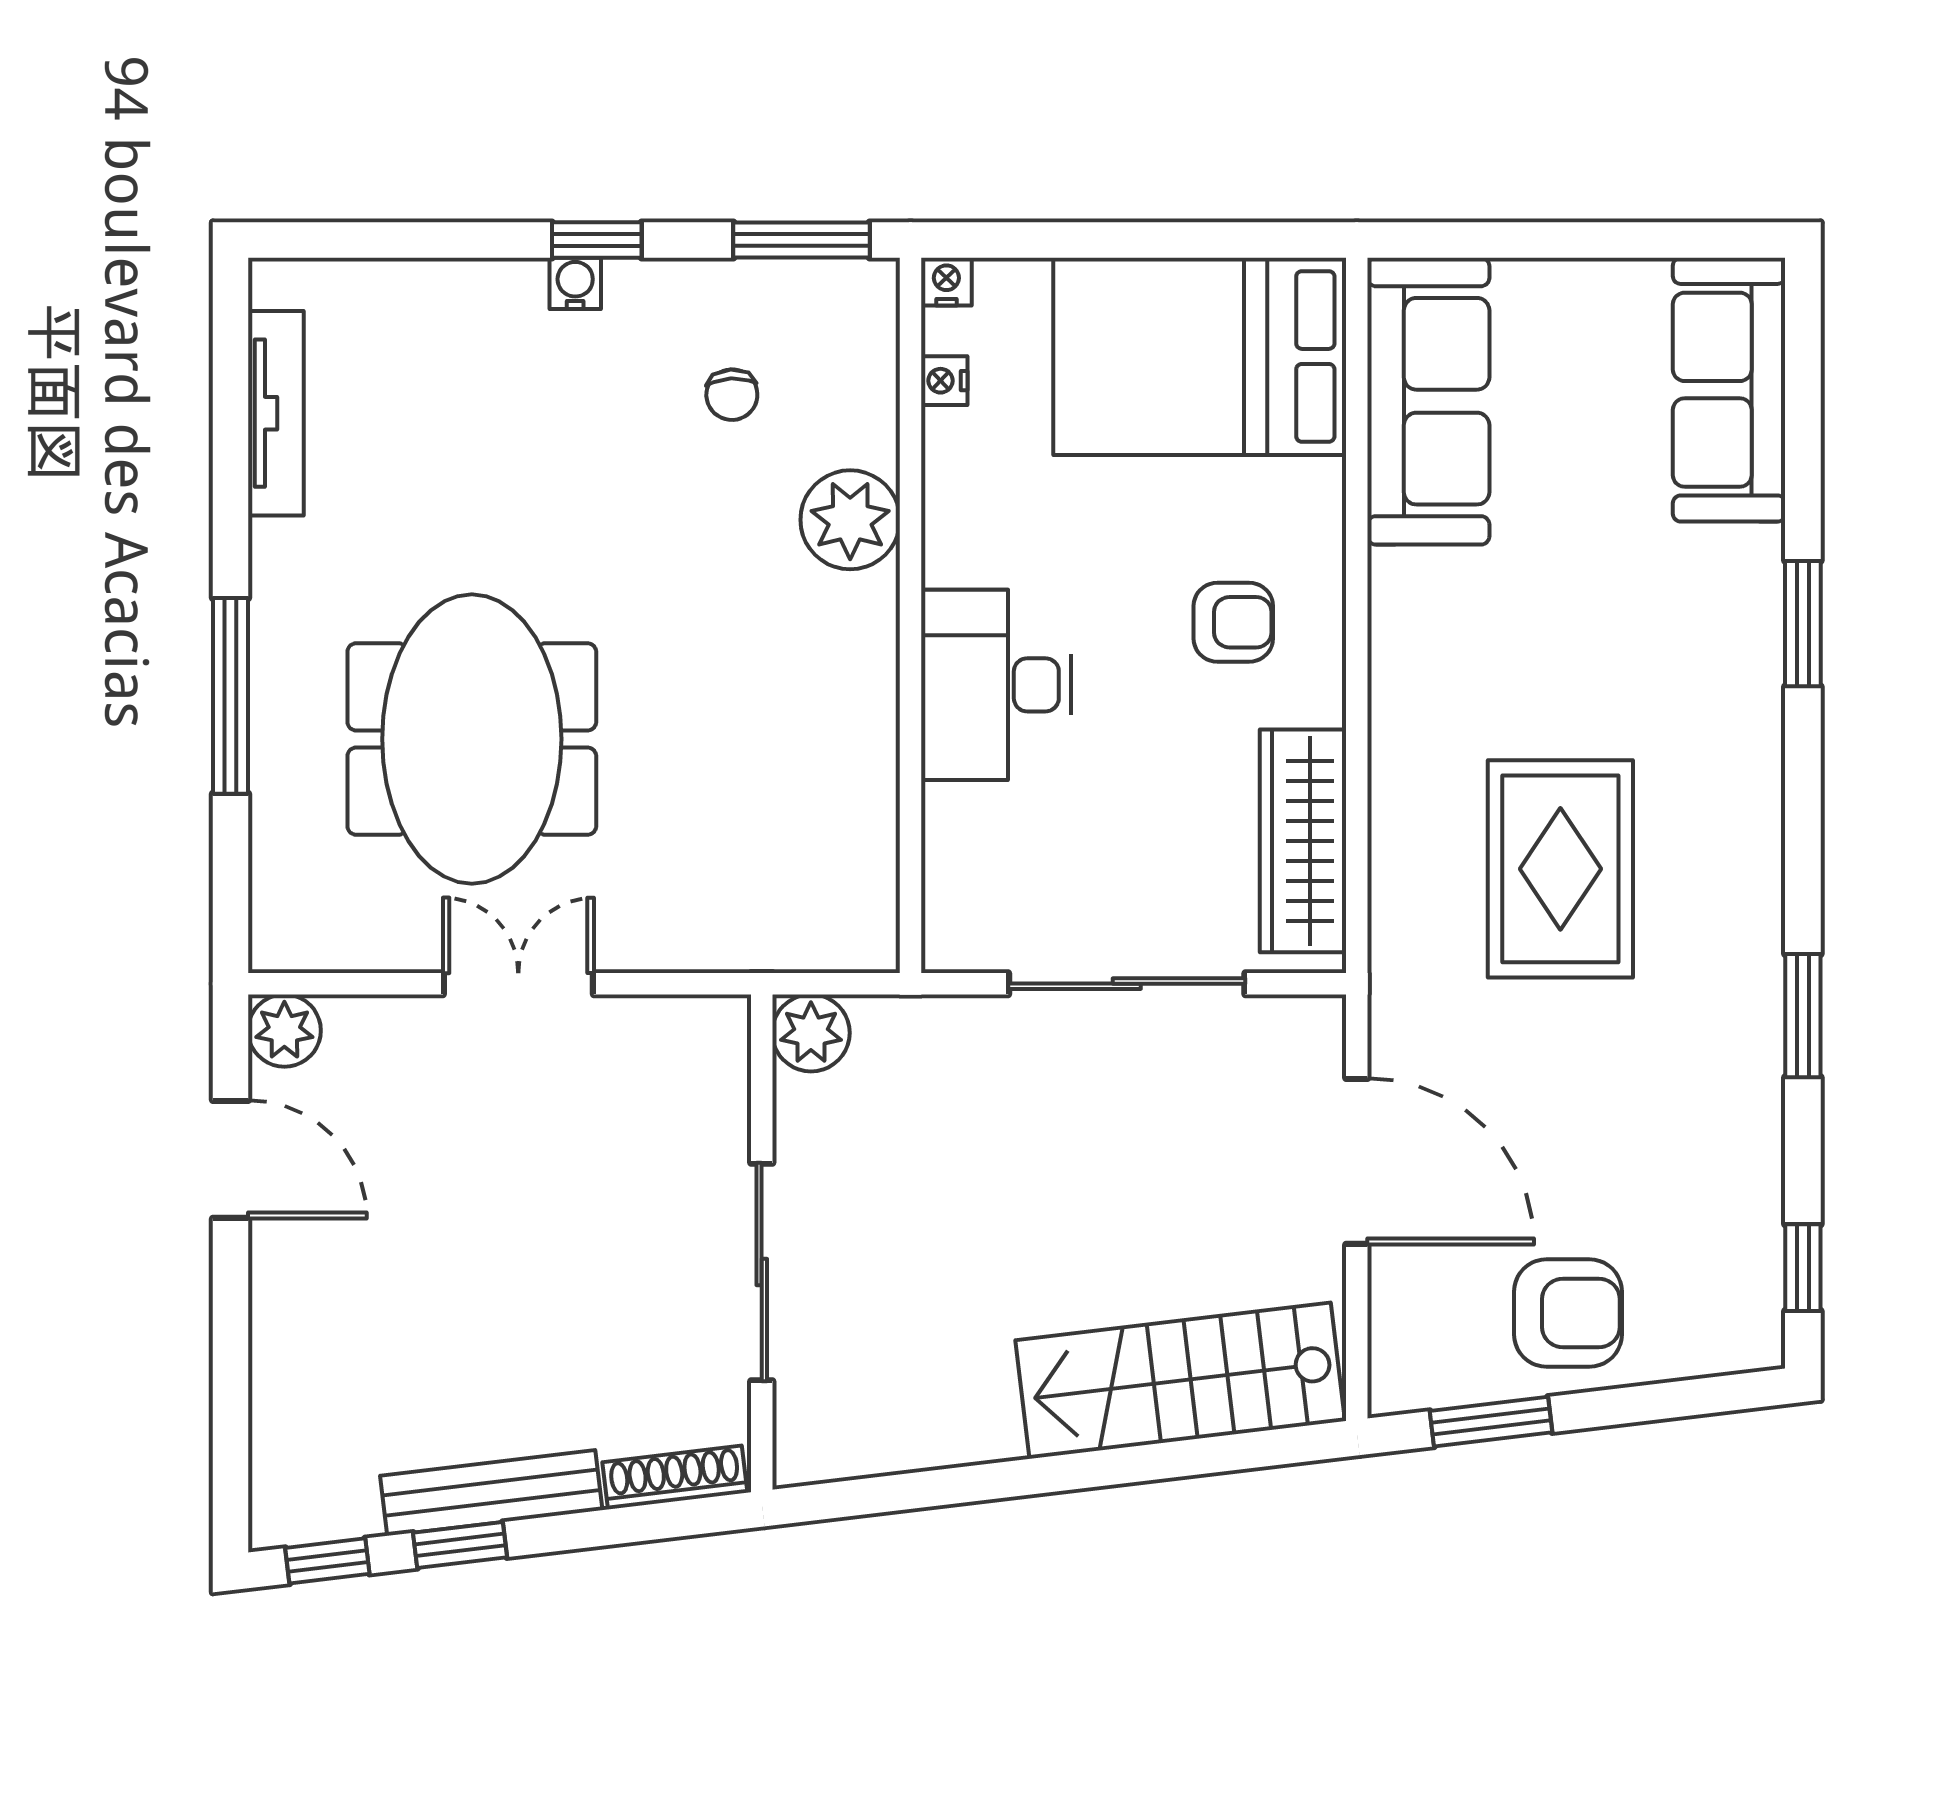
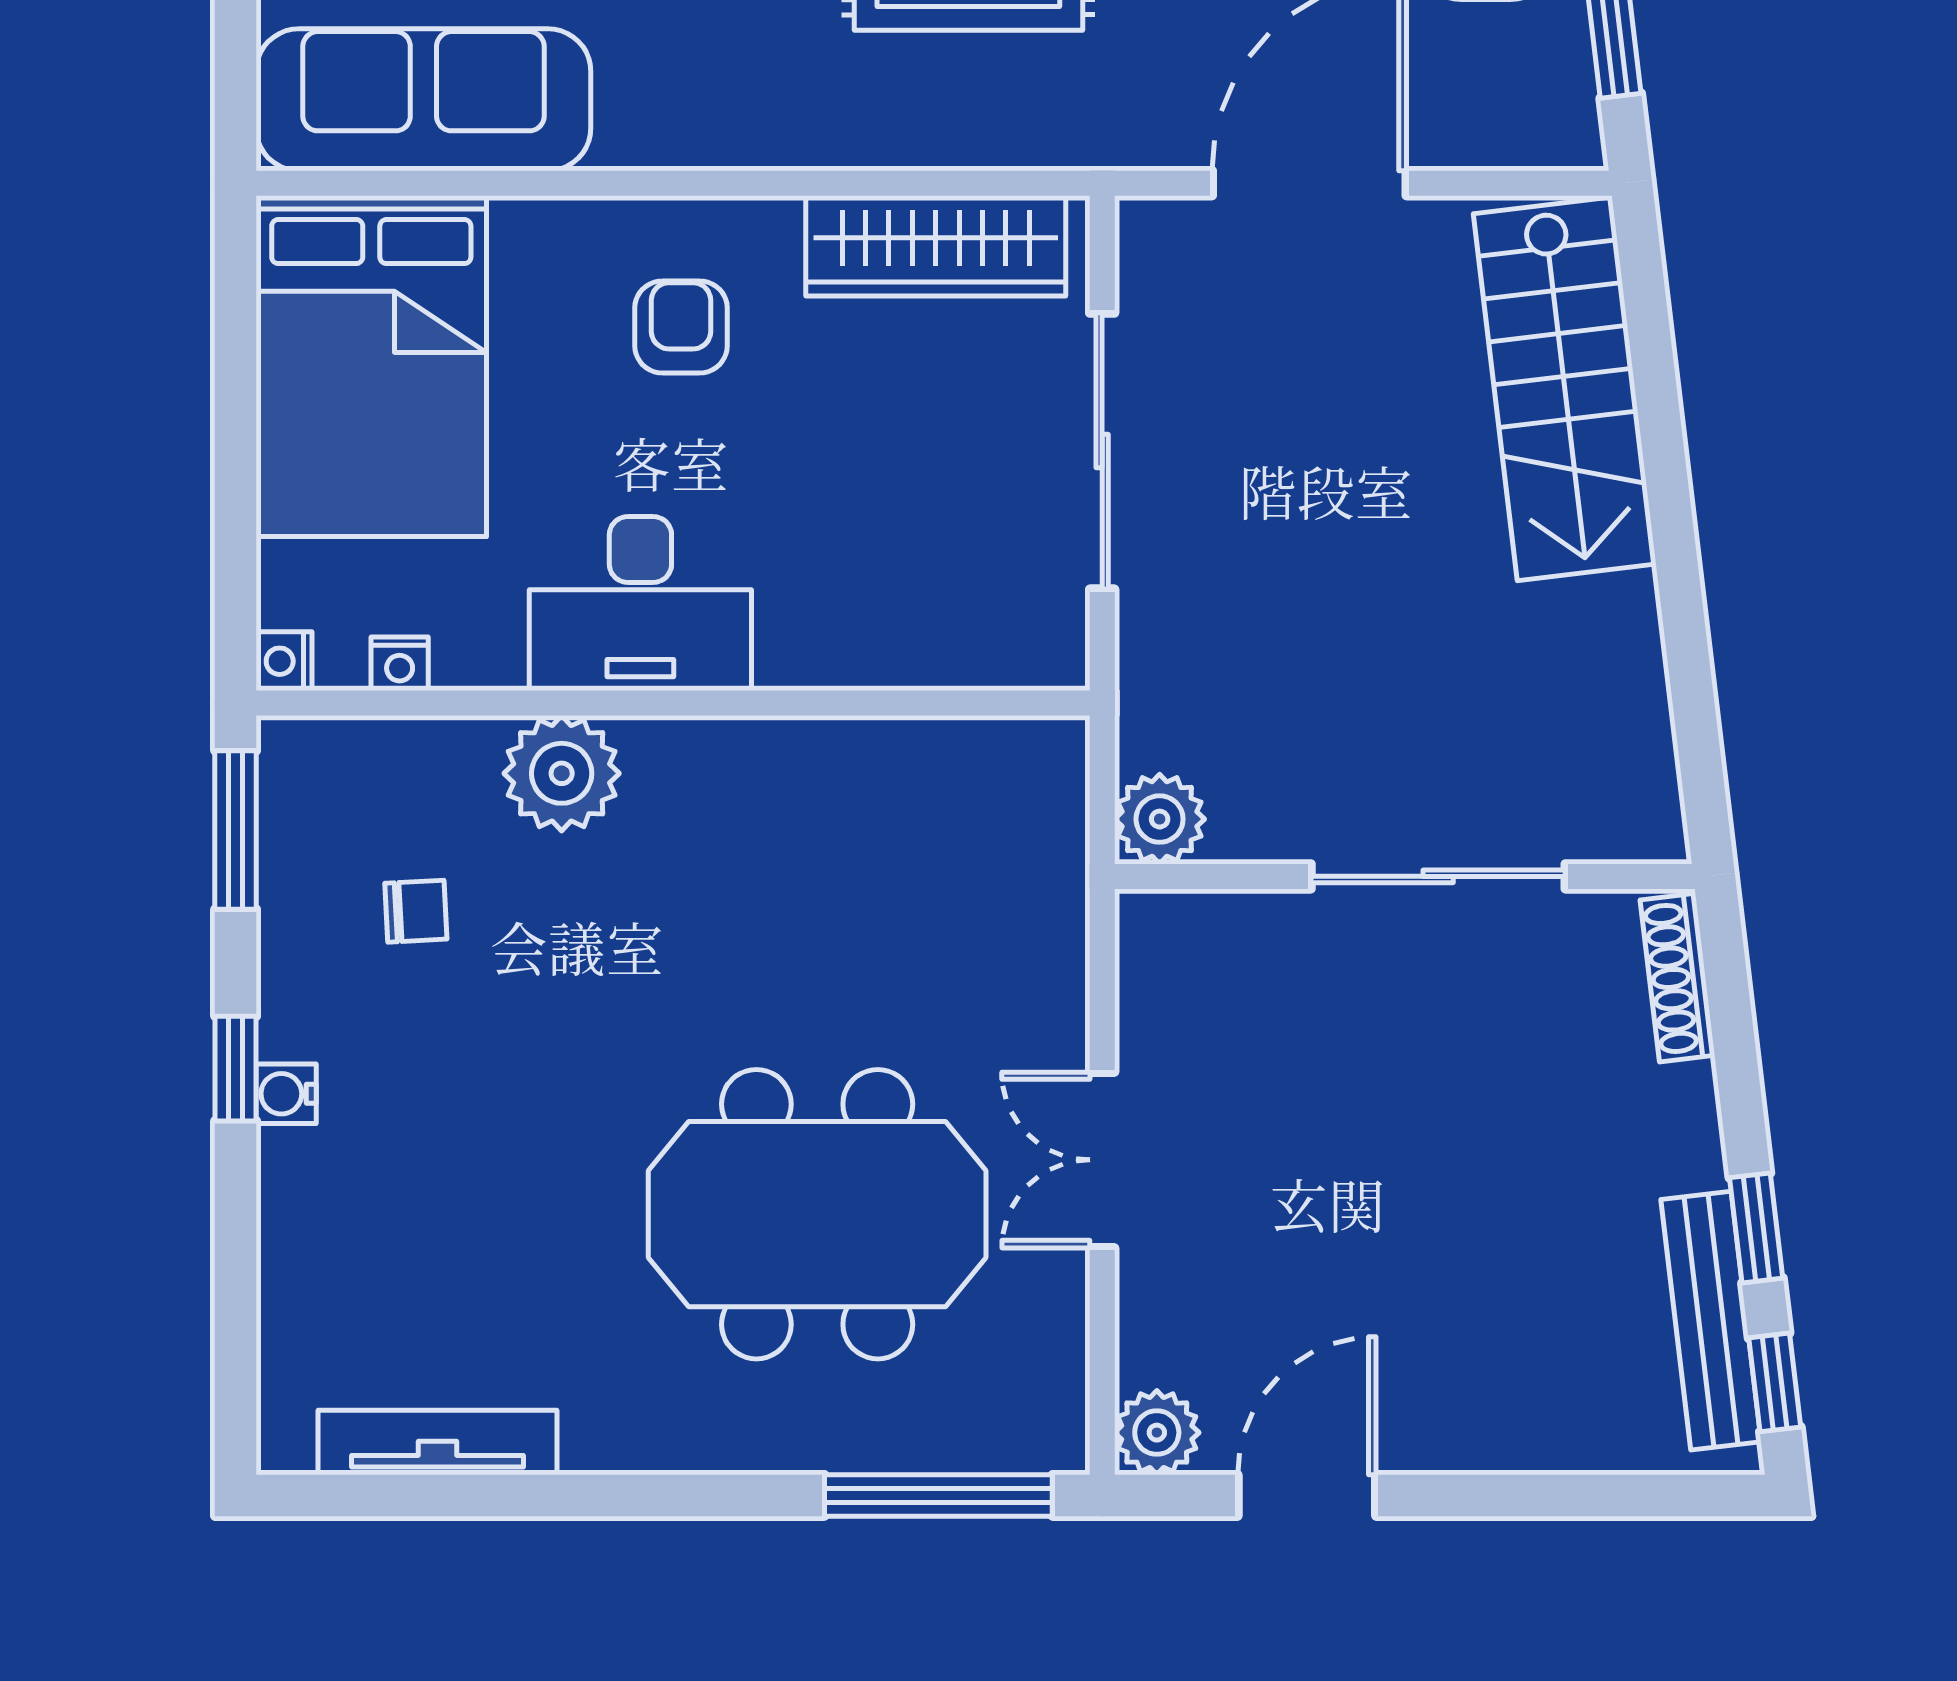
desk: (996, 685) -> (640, 604), moved
window: (230, 696) -> (938, 1495), moved
bench: (491, 1493) -> (1711, 1321), moved

